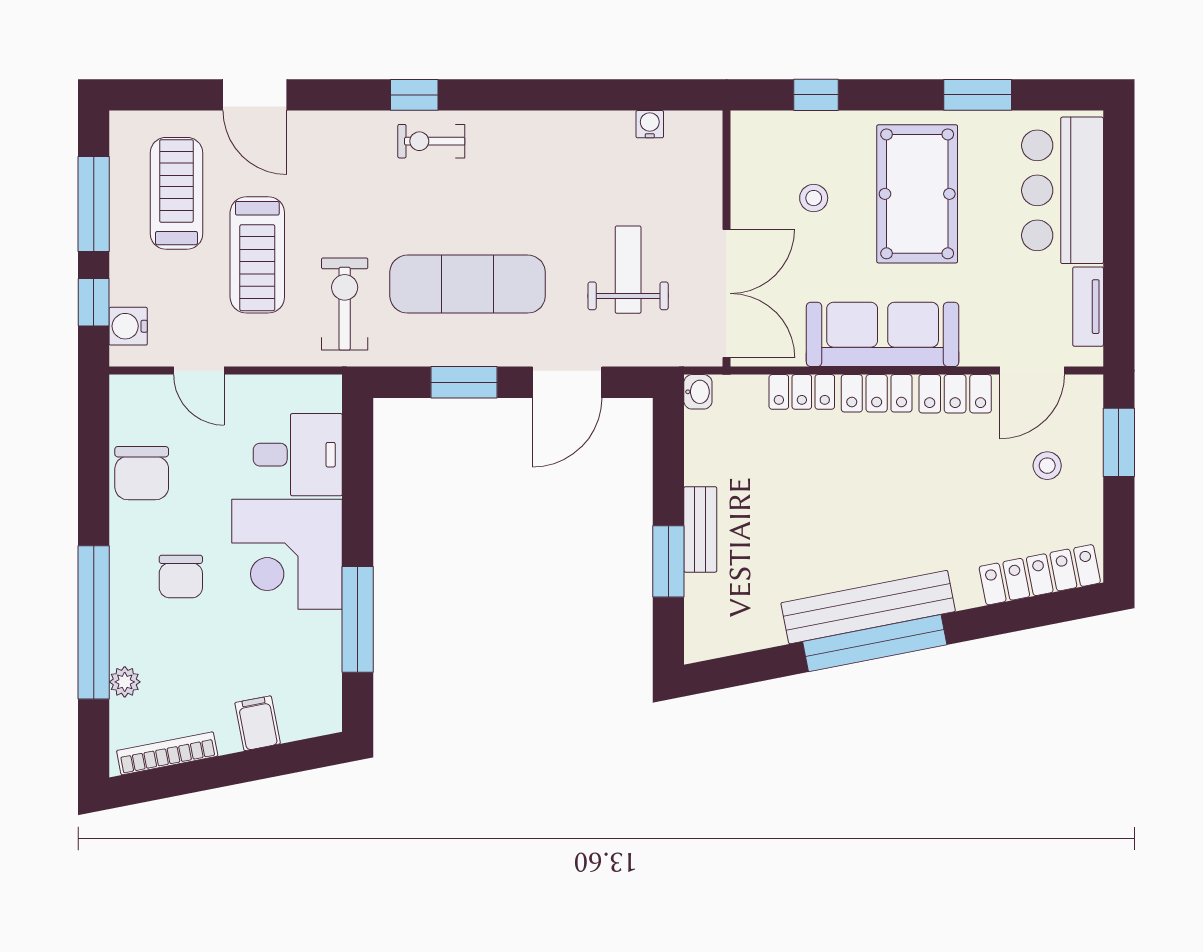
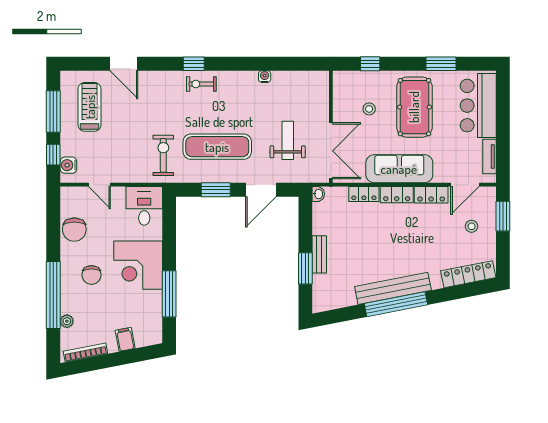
water cooler: (650, 124) -> (265, 77), moved
treadmill: (257, 255) -> (125, 134), removed
desk: (298, 455) -> (144, 206), moved, turned -90

